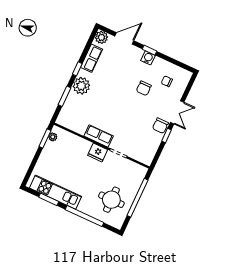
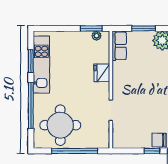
row of seats: (99, 136) -> (119, 46), moved
fridge: (98, 153) -> (102, 73), moved
round table: (111, 200) -> (60, 125), width x1.36, depth x1.36

